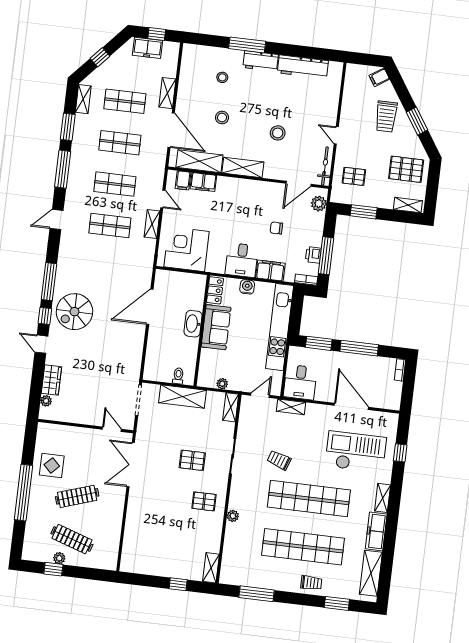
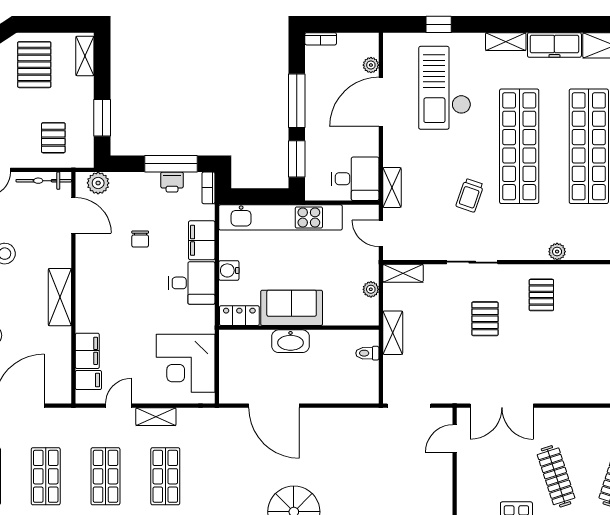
shelving: (199, 161) -> (58, 360), removed
shelving: (182, 397) -> (393, 333), width x0.67, depth x0.75
plant: (378, 403) -> (371, 65), added

